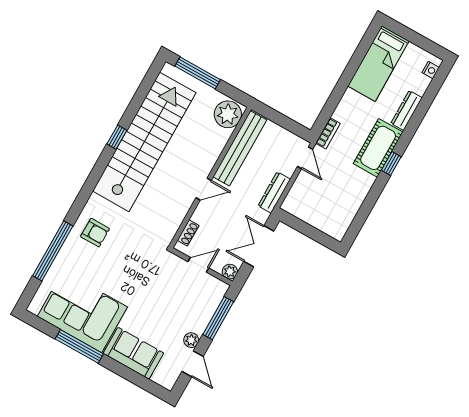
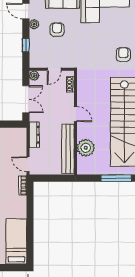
plant: (228, 114) -> (86, 148), moved
door: (204, 189) -> (75, 114), swing flipped
armchair: (95, 233) -> (123, 55), turned 90
armchair: (165, 316) -> (57, 30), added
window: (218, 318) -> (26, 45), width x0.46

